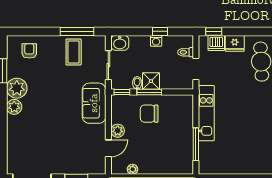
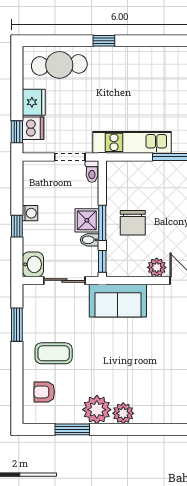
window: (77, 31) -> (17, 325), width x0.69
window: (160, 31) -> (17, 226), moved
coffee table: (74, 52) -> (54, 353), moved
toilet: (186, 52) -> (92, 172), moved

